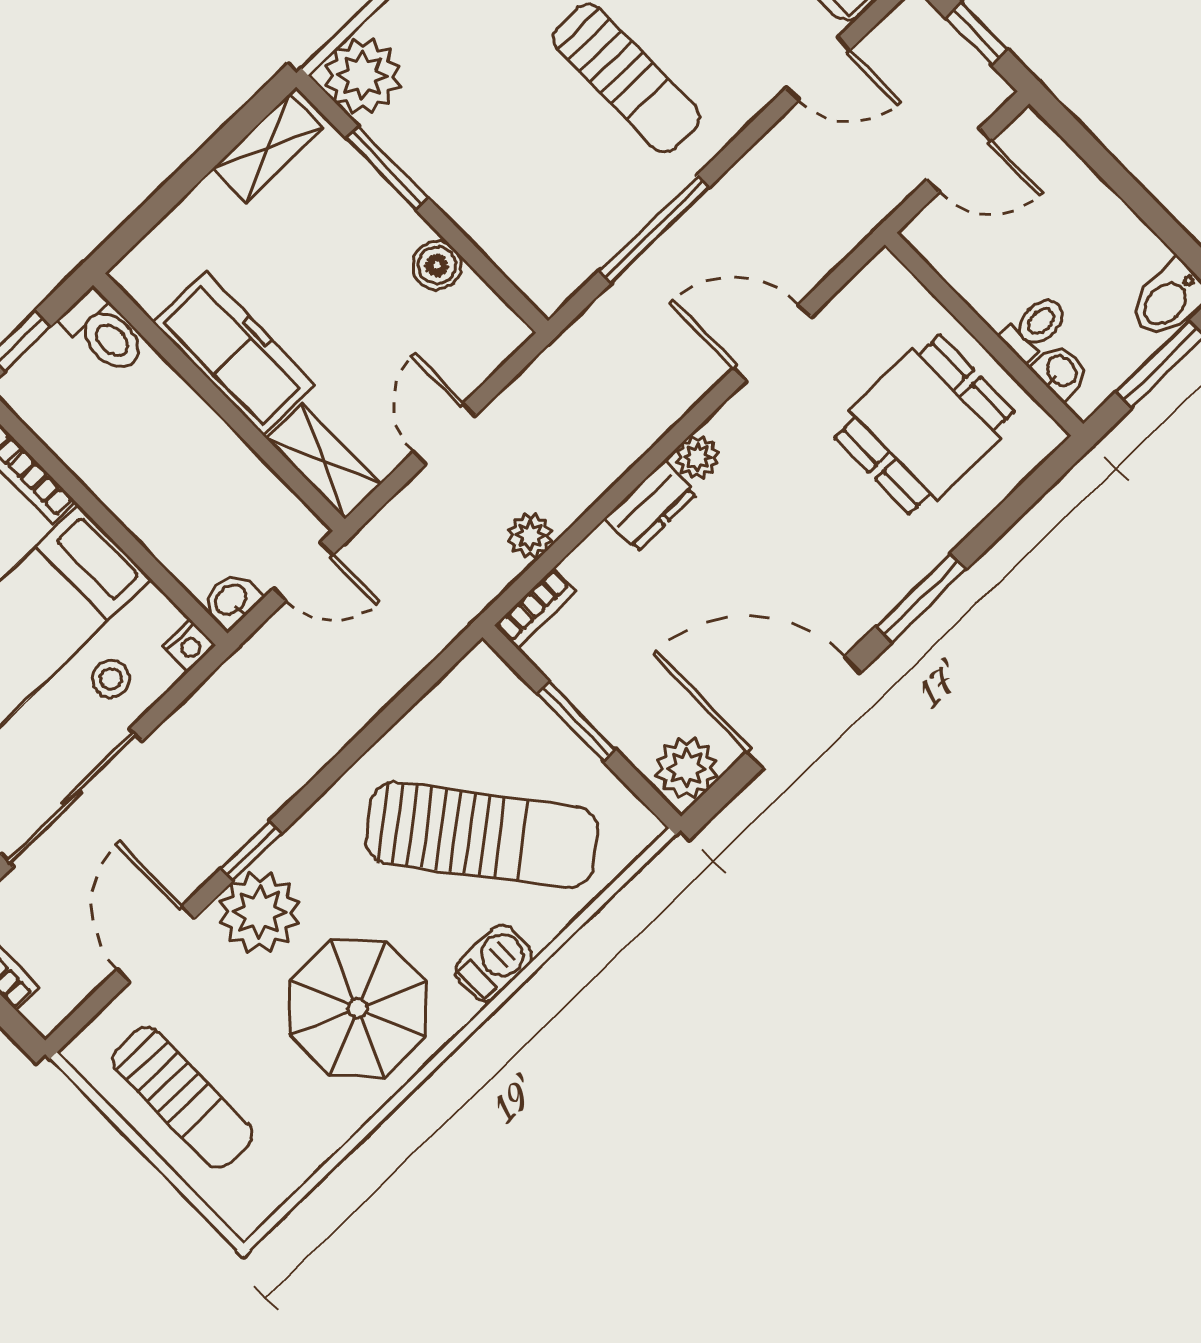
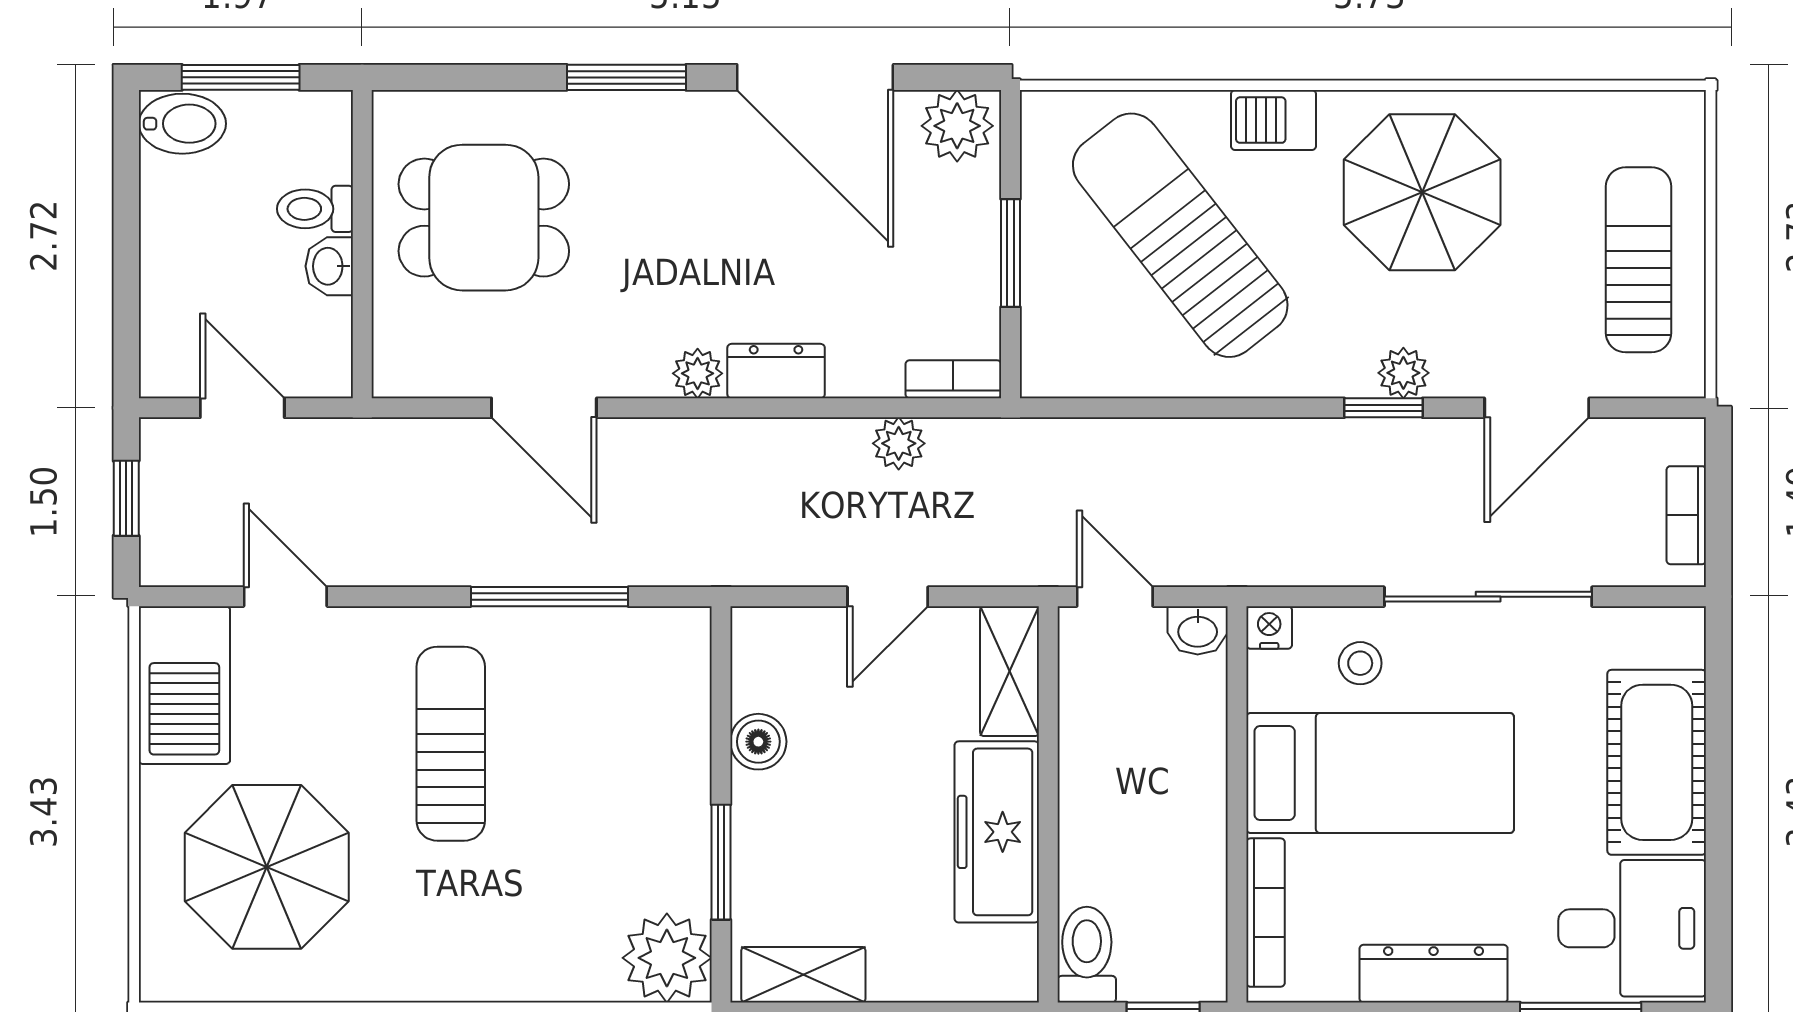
washbasin: (1061, 372) -> (329, 266), moved
plant: (259, 912) -> (1403, 373), width x0.53, depth x0.53

